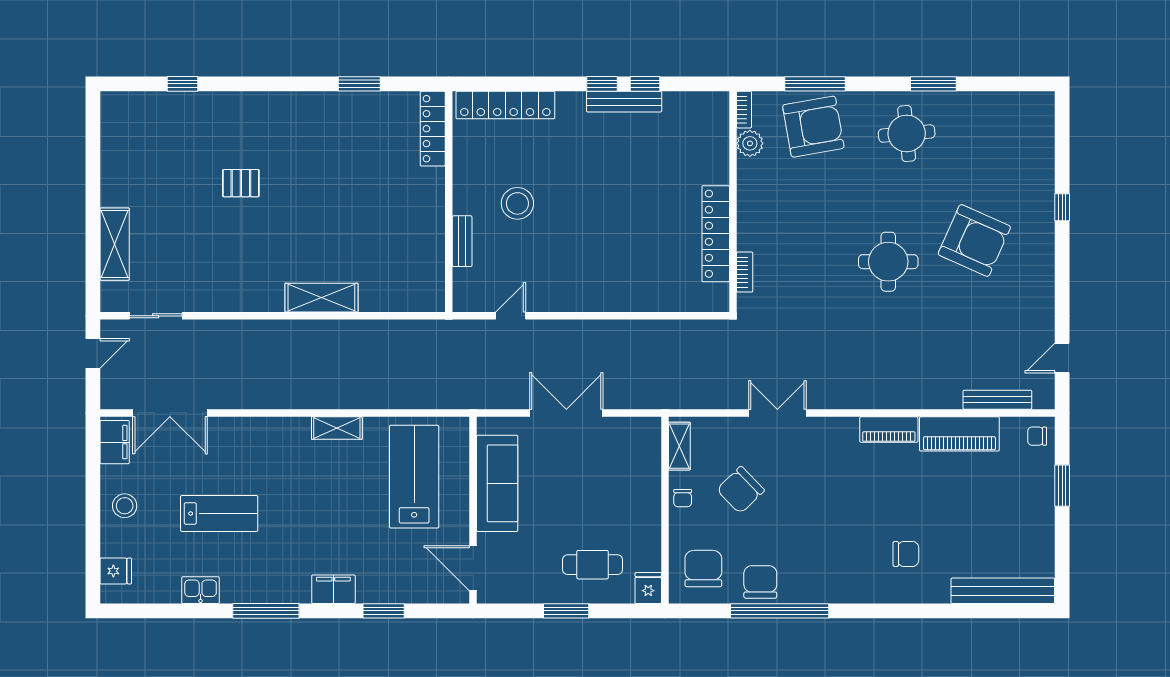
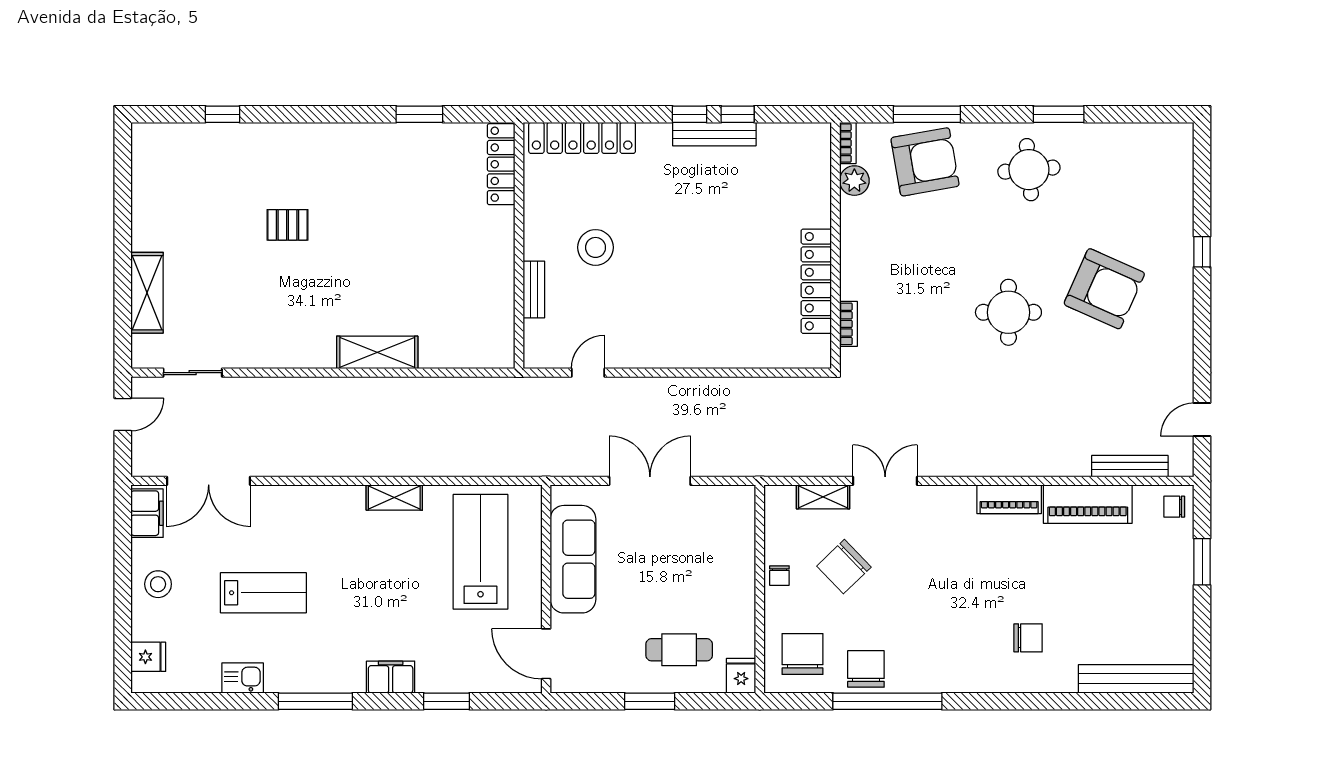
shelving: (679, 446) -> (823, 497), moved, turned 90

